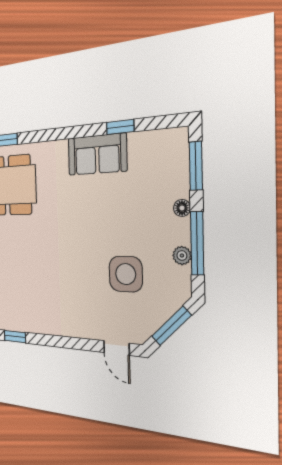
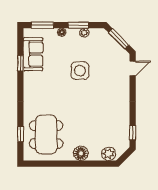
sofa: (97, 154) -> (33, 54), moved
window: (197, 243) -> (78, 25), width x0.69
side table: (126, 274) -> (80, 71), moved

